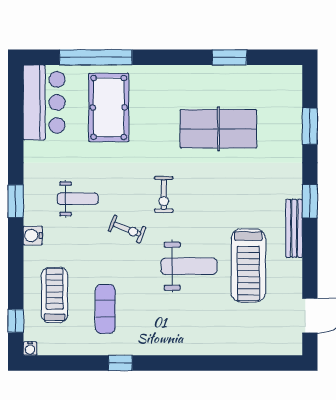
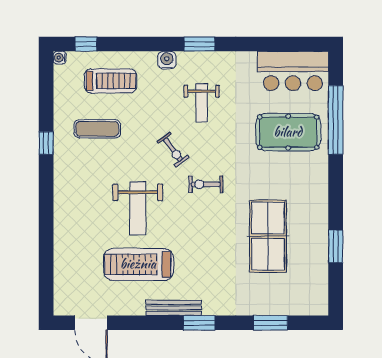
exercise bike: (127, 229) -> (173, 150), turned -58

